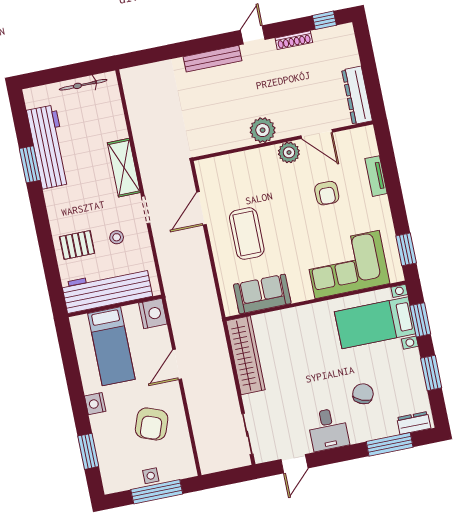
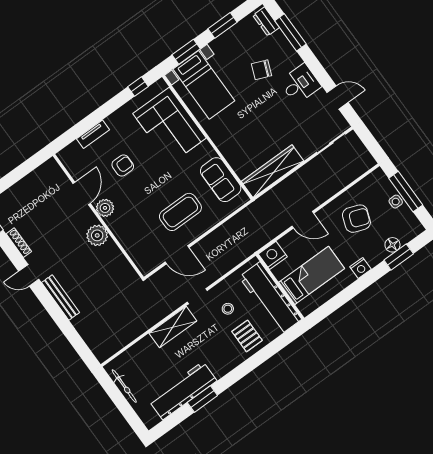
dresser: (357, 95) -> (39, 176), removed
window: (406, 249) -> (138, 87), width x0.67
floor lamp: (105, 451) -> (392, 245), added

